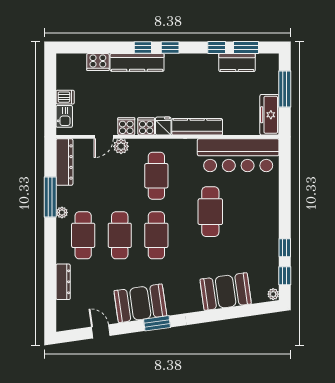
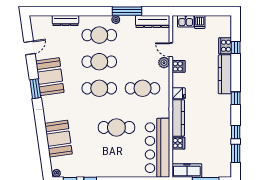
window: (143, 48) -> (236, 48), moved
kitchen counter: (237, 63) -> (225, 147), removed
cooker: (146, 126) -> (178, 143), moved

